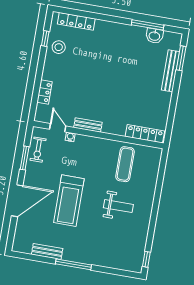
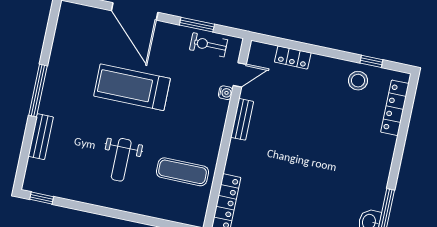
bench: (47, 251) -> (41, 137), moved

